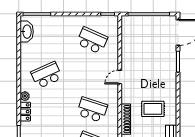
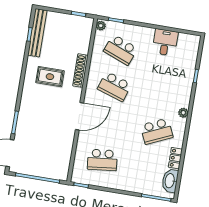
school desk: (92, 40) -> (102, 160), turned -30
door: (120, 77) -> (79, 116), width x1.87
locker: (25, 112) -> (175, 158), moved

